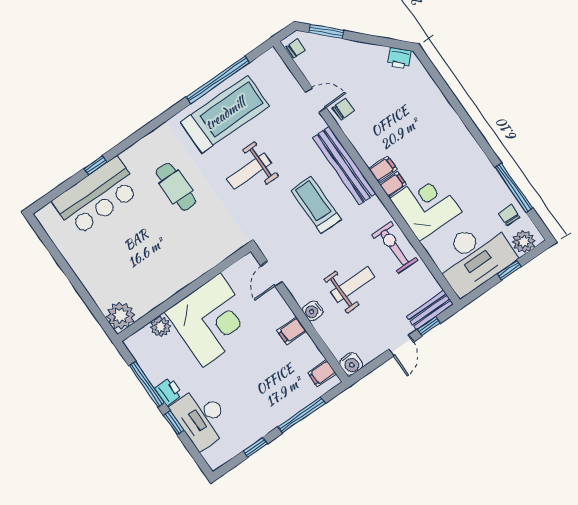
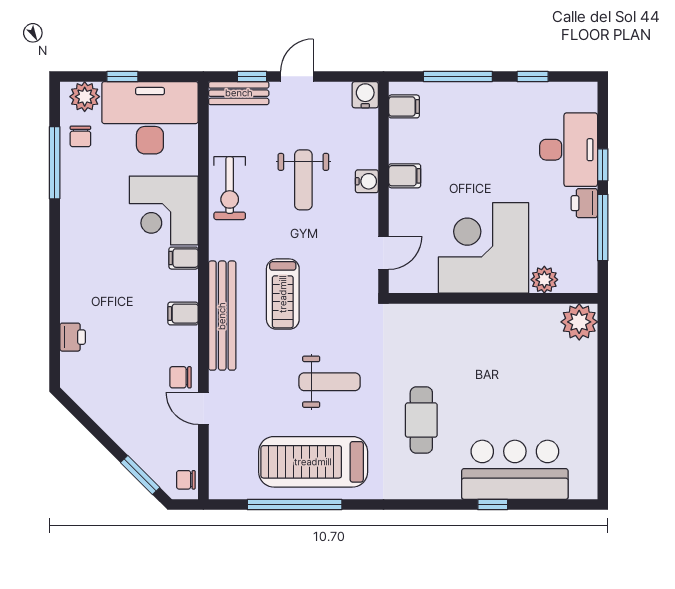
printer: (399, 58) -> (73, 337), moved, turned 45
filing cabinet: (383, 169) -> (183, 314), moved
weight bench: (353, 284) -> (303, 180), turned -90

